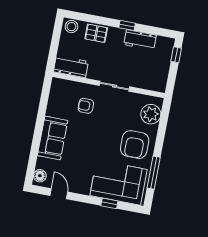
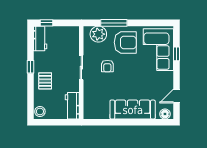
pallet: (96, 33) -> (45, 81), moved
workbench: (140, 40) -> (40, 38), moved
armchair: (86, 106) -> (107, 66), moved
sofa: (53, 138) -> (133, 110), width x1.36
window: (154, 173) -> (114, 23), moved

